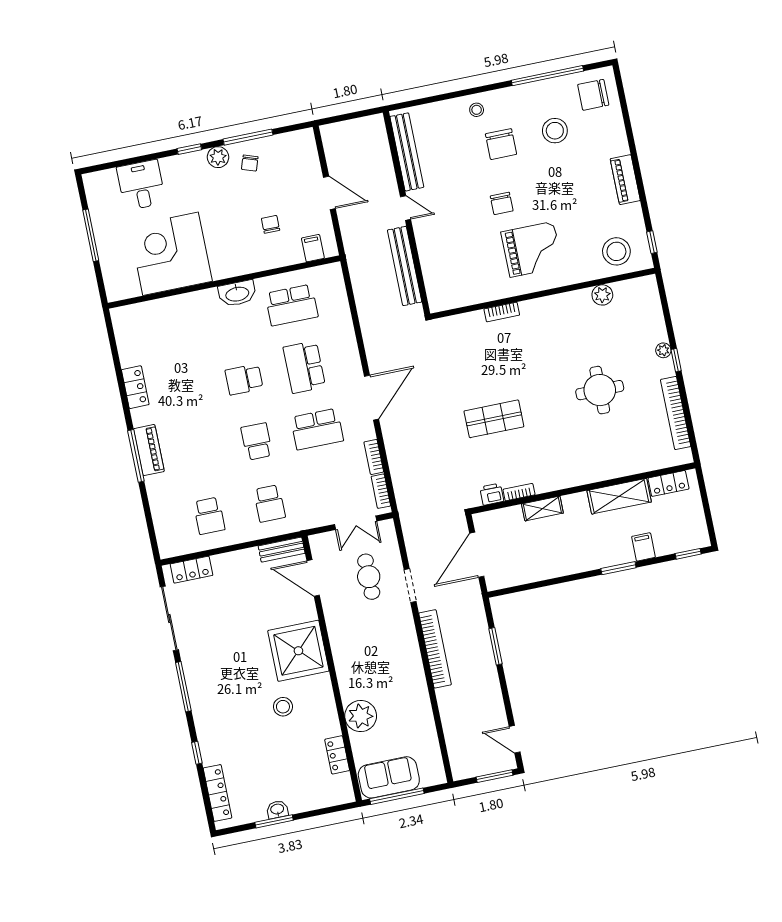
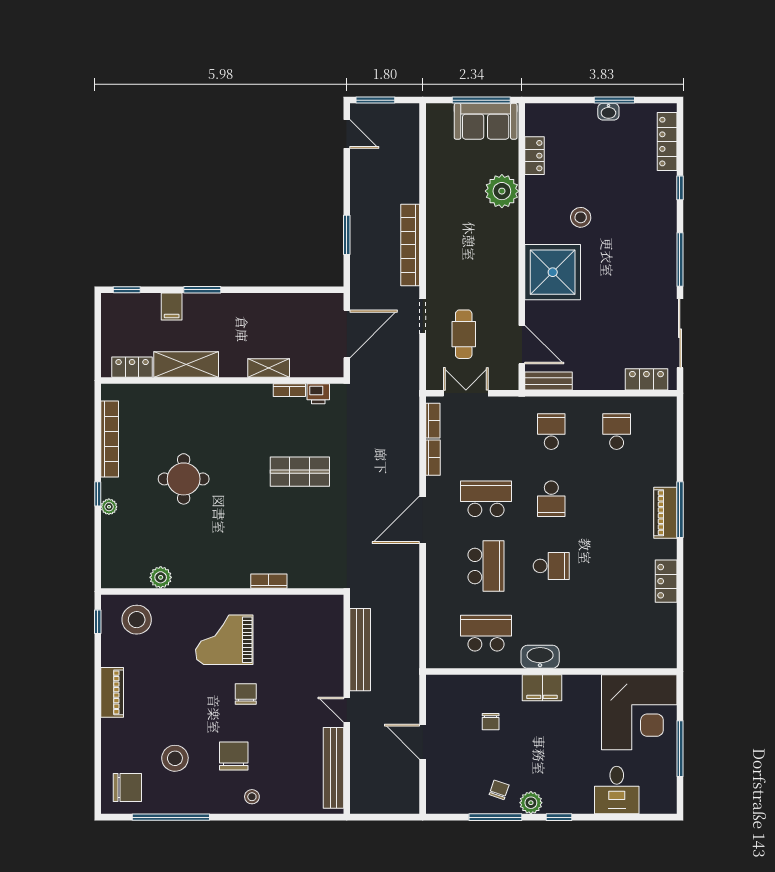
filing cabinet: (313, 248) -> (542, 688), moved, width x2.00
corner desk: (171, 254) -> (639, 712), moved

